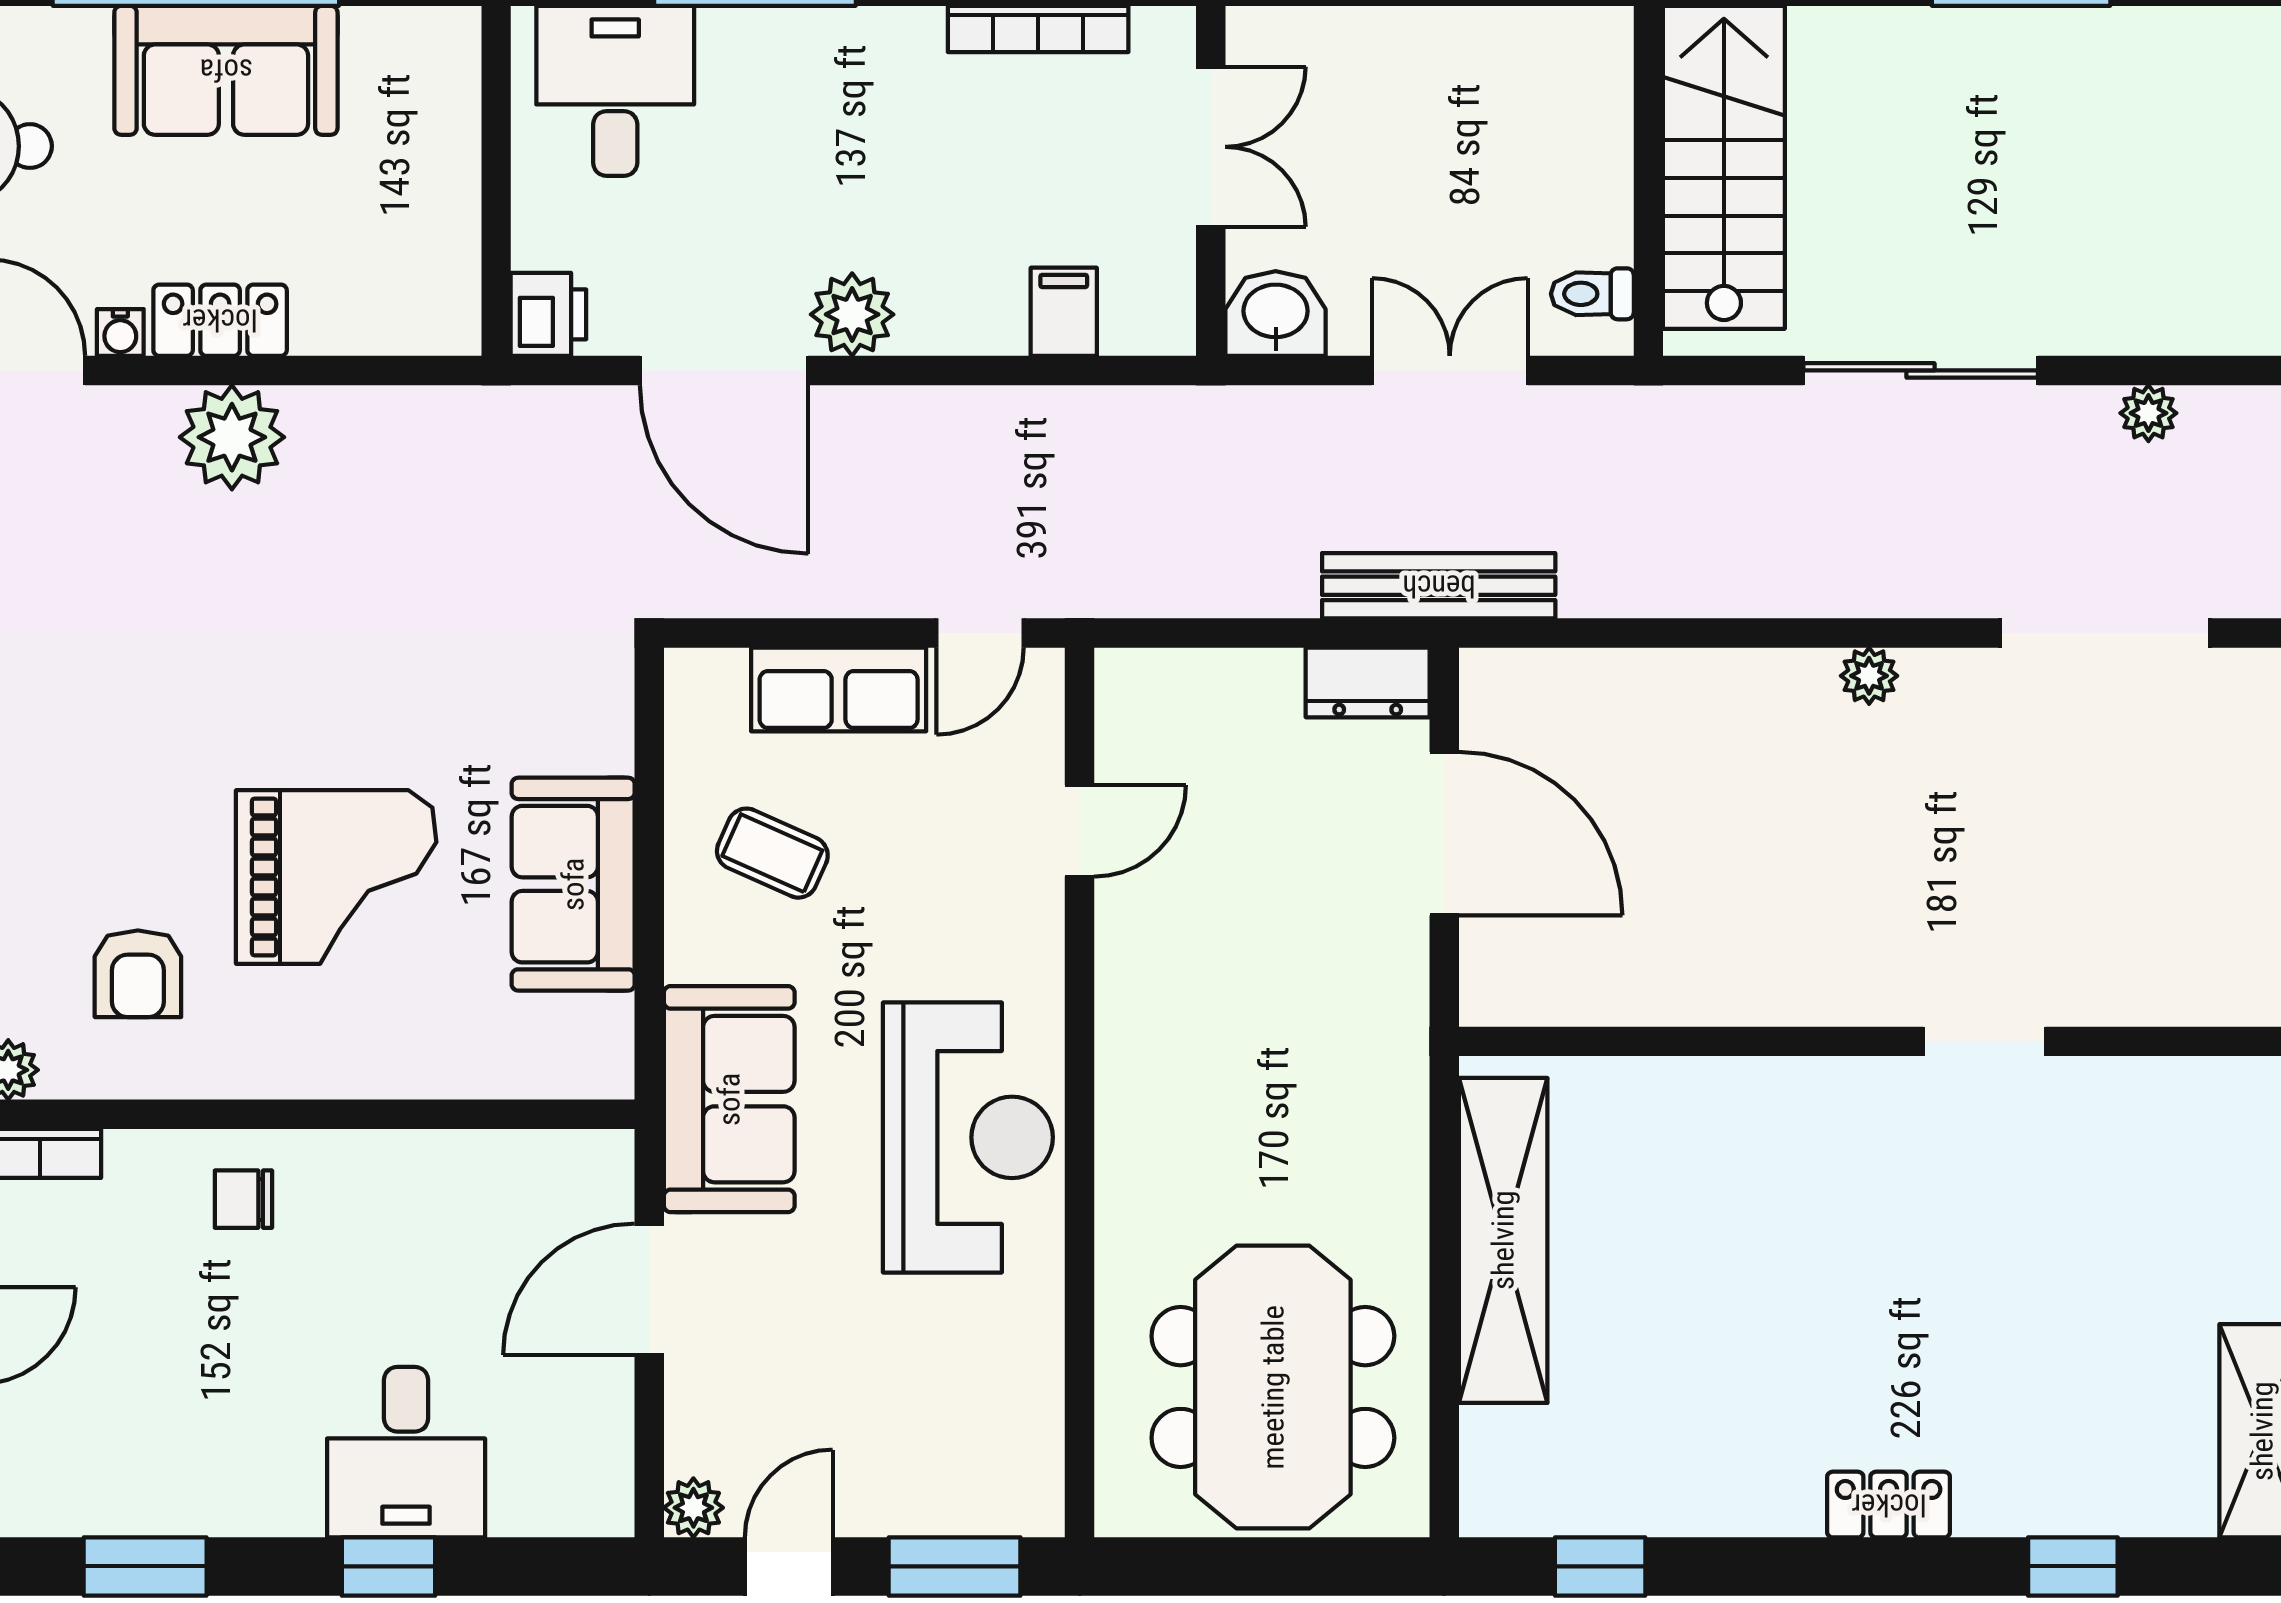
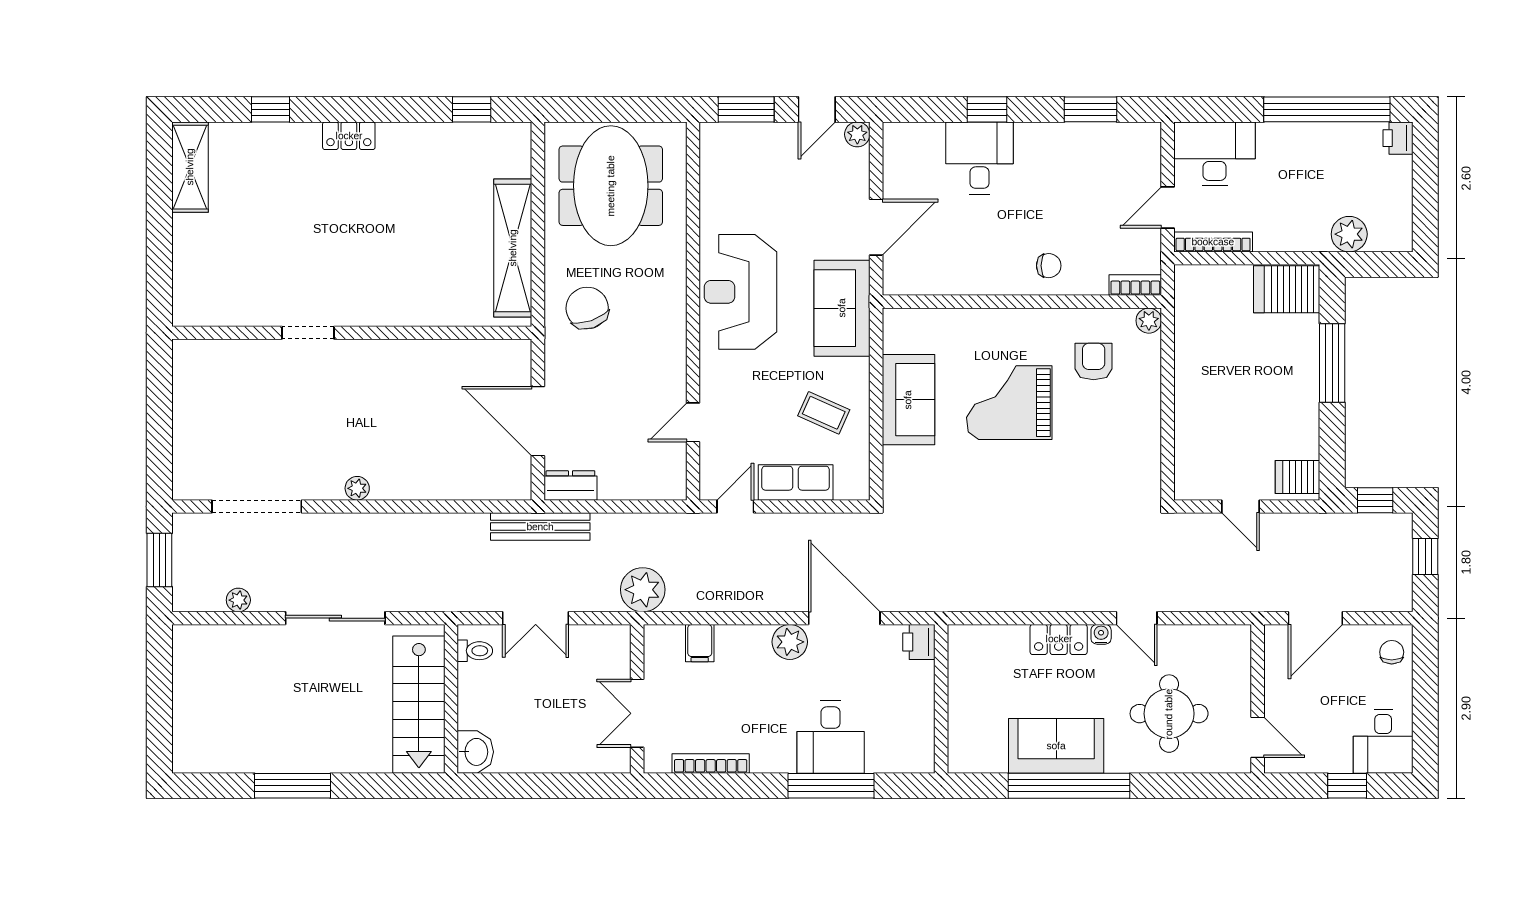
desk: (615, 91) -> (831, 737), moved
washbasin: (1276, 313) -> (475, 752), moved, turned -90
plant: (232, 437) -> (643, 590), moved
chair: (1328, 1099) -> (587, 308), added

